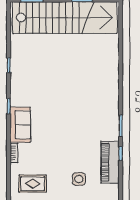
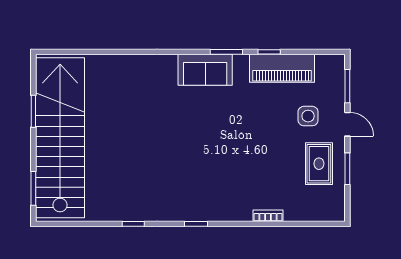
sofa: (20, 125) -> (205, 70), moved, turned 180
rug: (33, 184) -> (319, 164), moved

